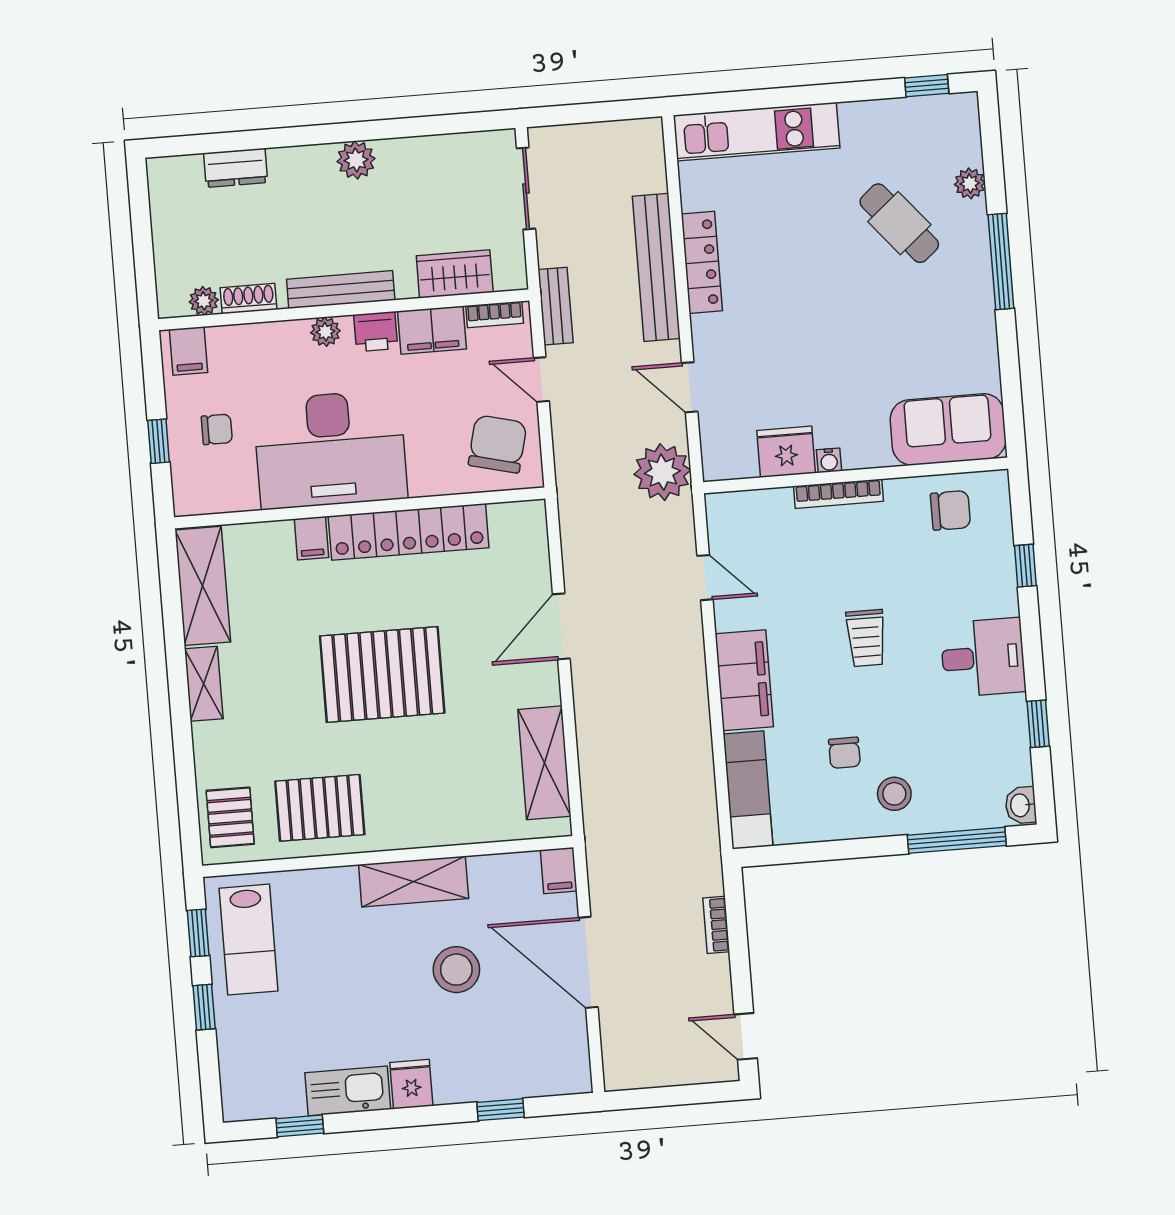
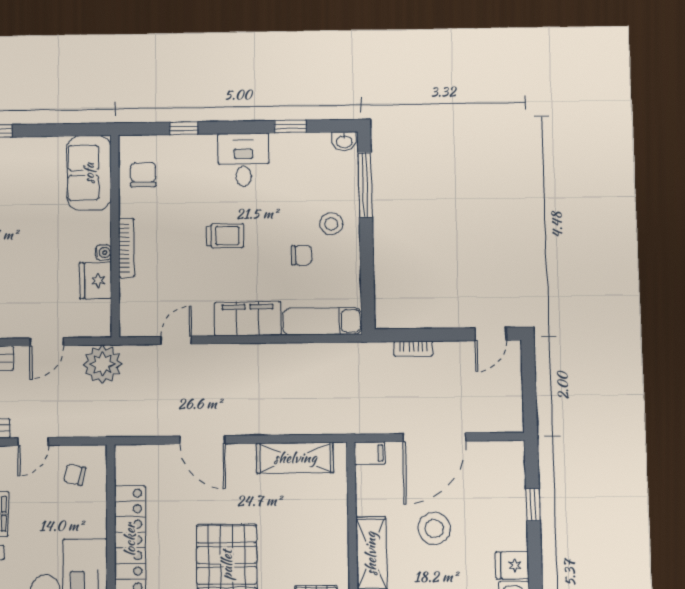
chair: (498, 444) -> (75, 475), width x0.54, depth x0.54

